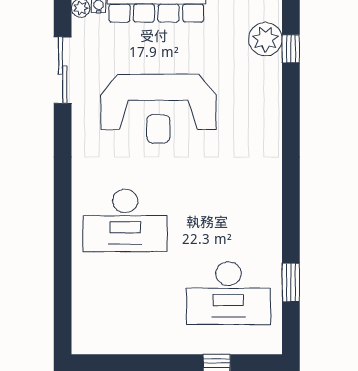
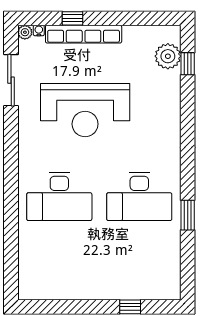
window: (291, 282) -> (188, 215), moved
desk: (228, 293) -> (139, 196), moved

